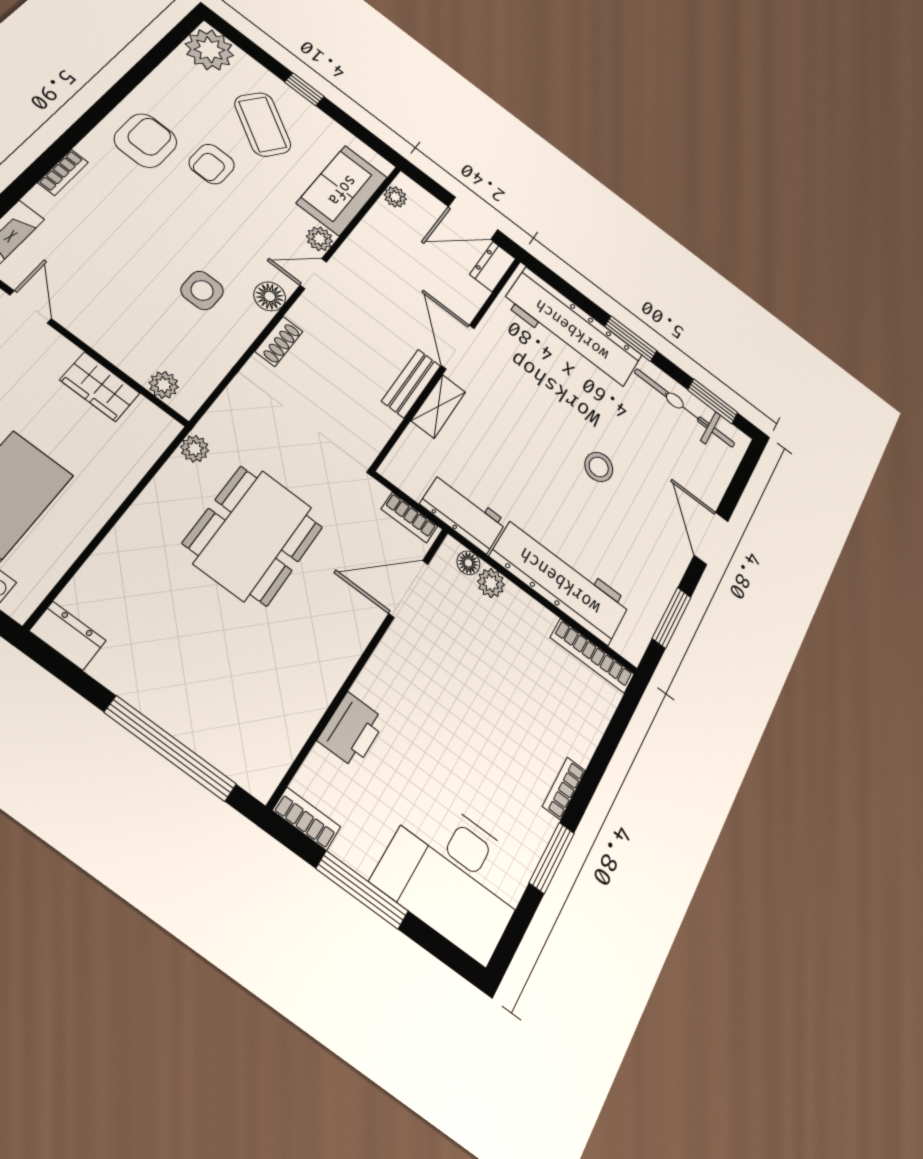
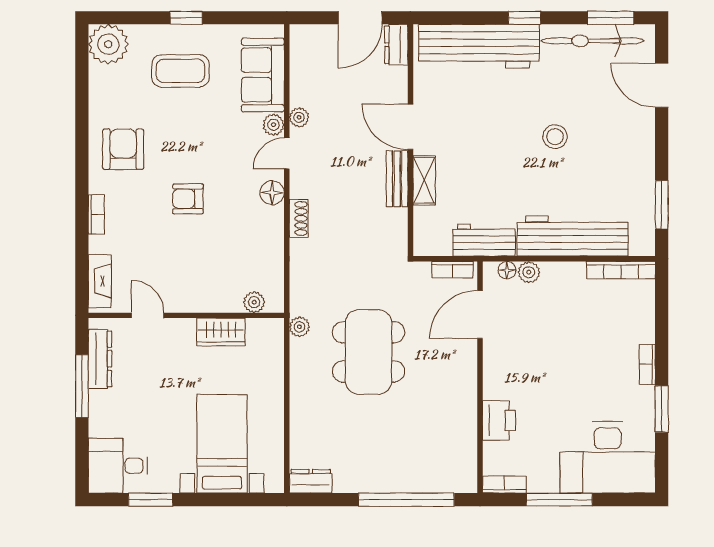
coffee table: (263, 124) -> (181, 71), turned -34
armchair: (212, 164) -> (188, 199), moved, turned 90
plant: (395, 197) -> (299, 117), moved
side table: (202, 290) -> (231, 223), removed
window: (631, 339) -> (524, 18), width x0.67
door: (711, 538) -> (662, 85), moved

